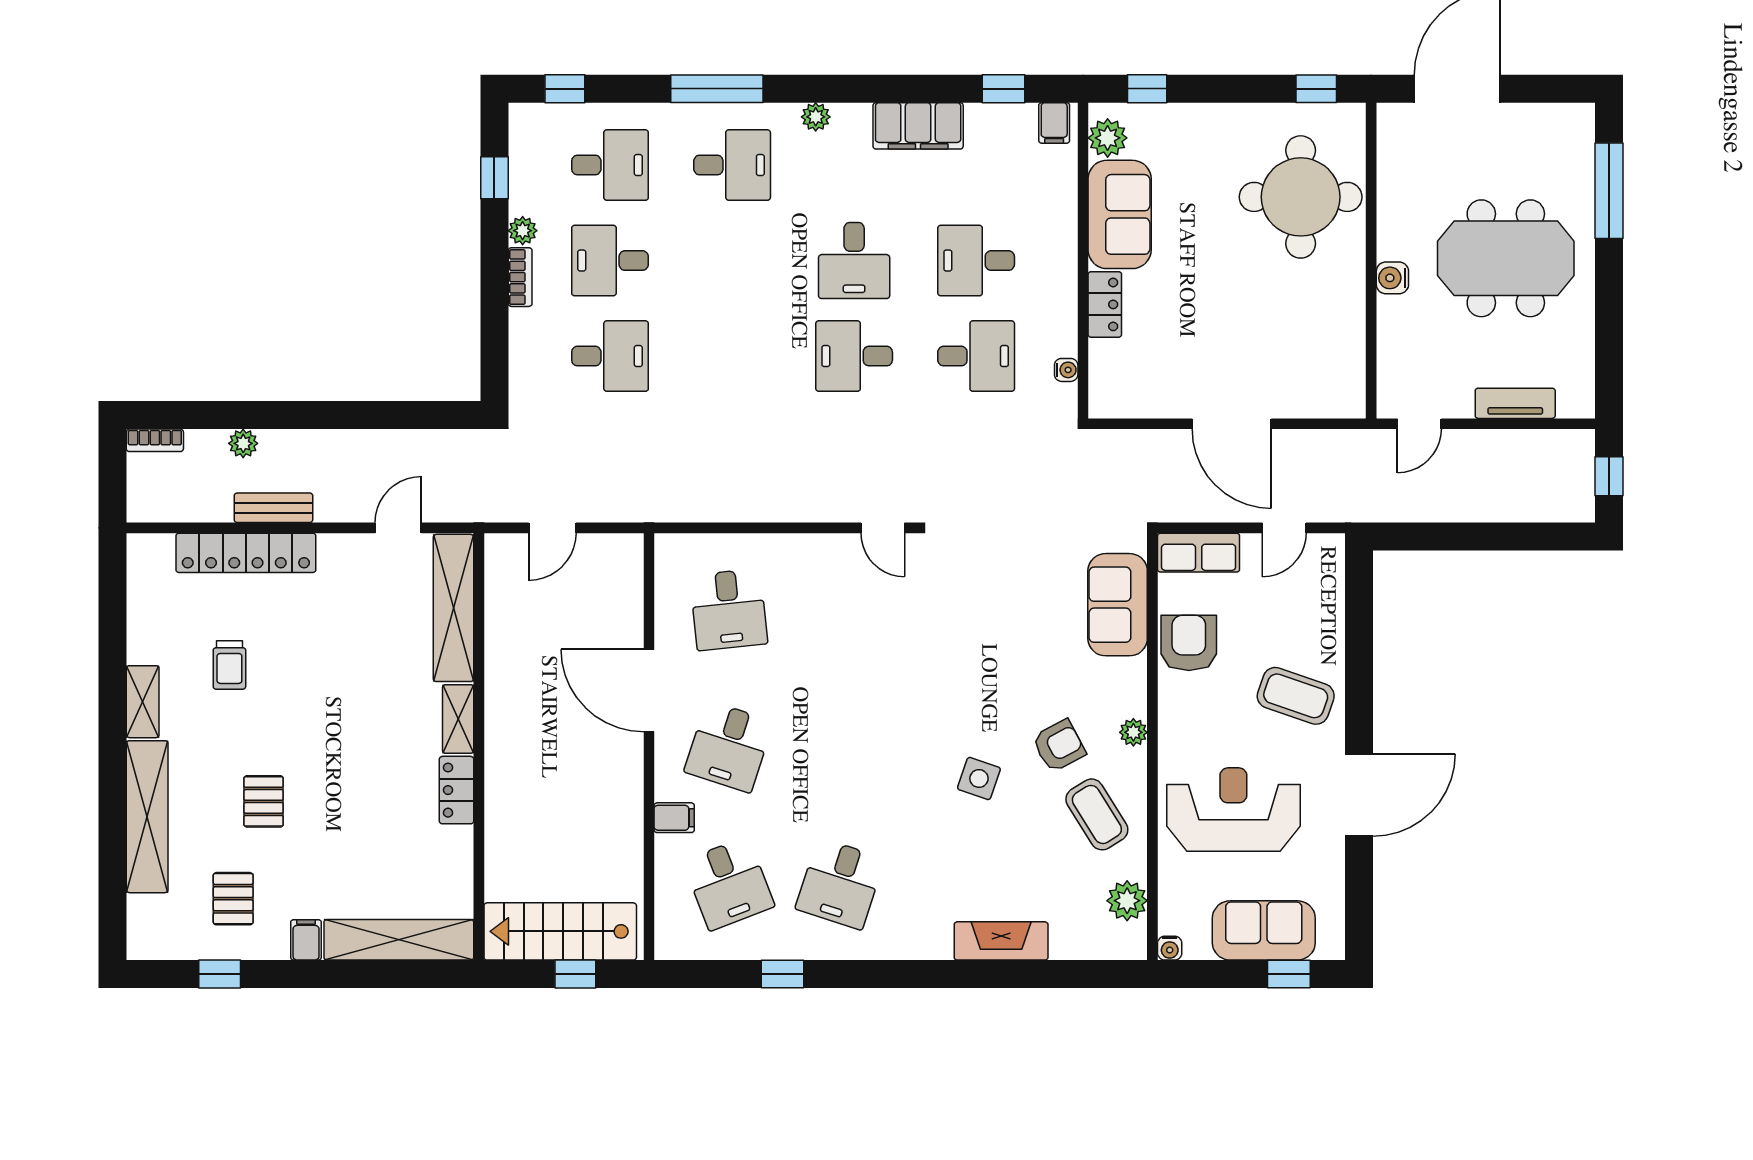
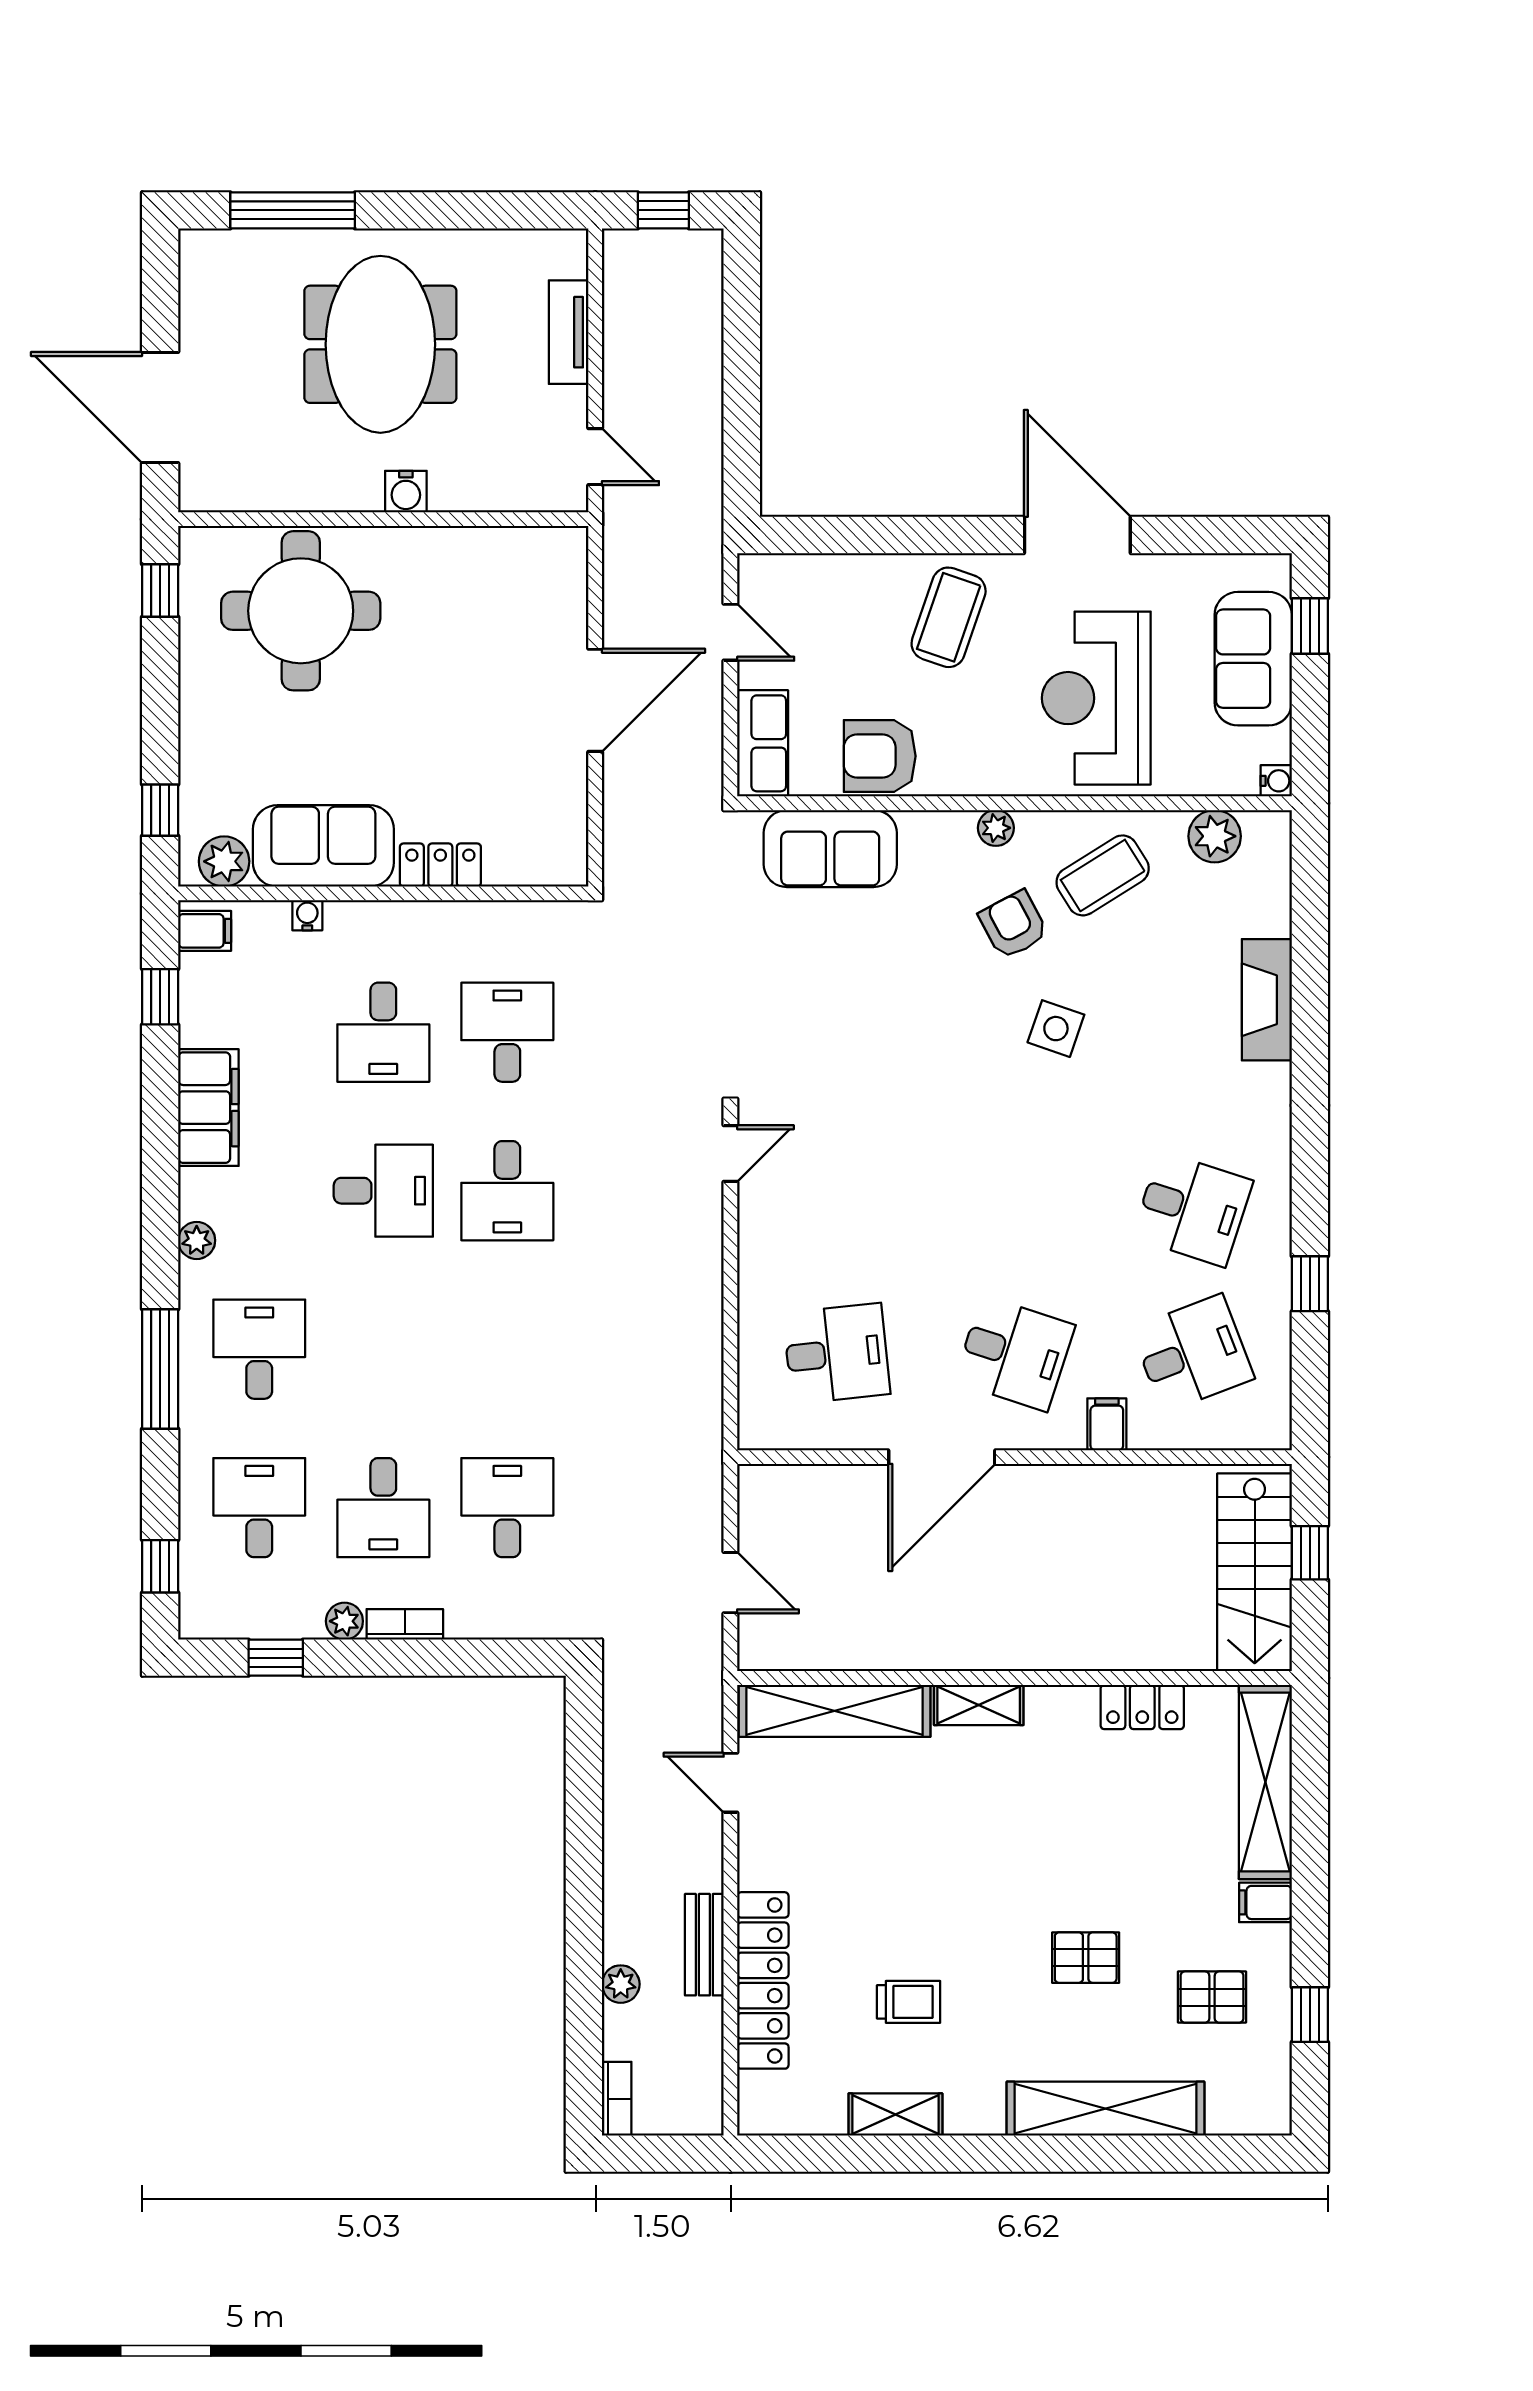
water cooler: (1066, 370) -> (307, 915), moved
shelving: (143, 702) -> (895, 2115), moved
locker: (457, 790) -> (1142, 1707), moved

